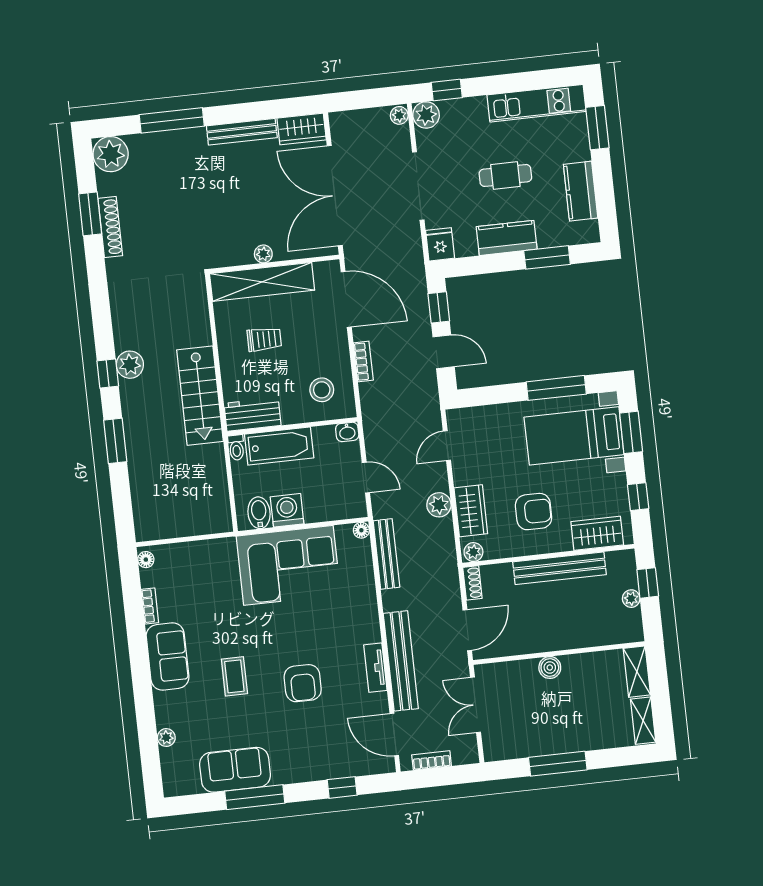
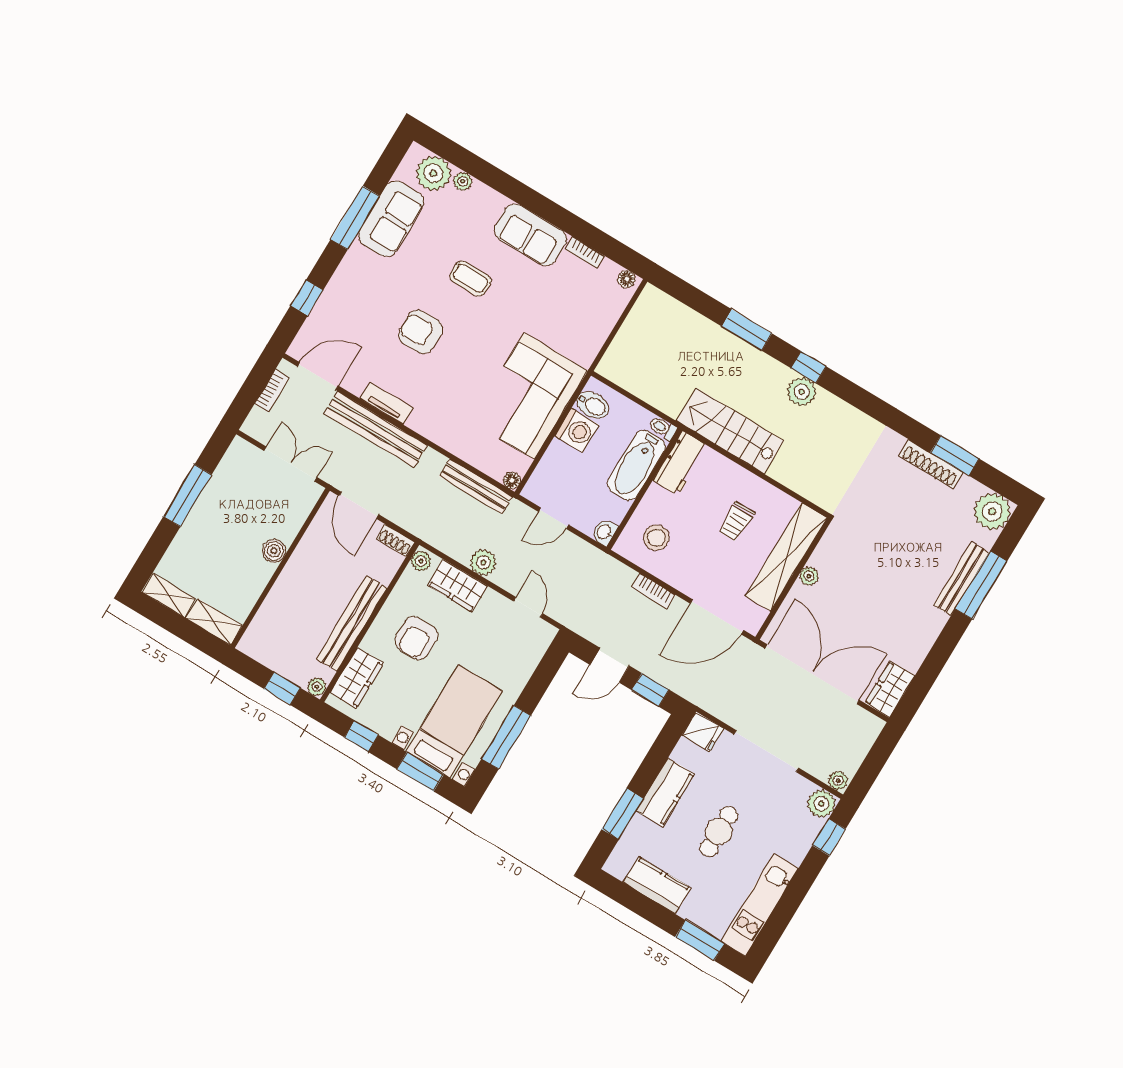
bench: (242, 132) -> (961, 579), moved
plant: (631, 599) -> (317, 687), moved
plant: (177, 764) -> (433, 173), added

